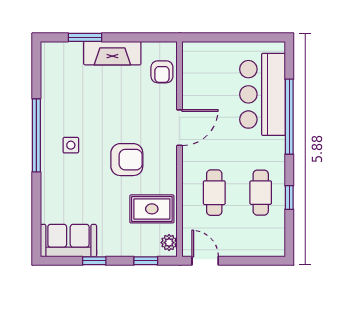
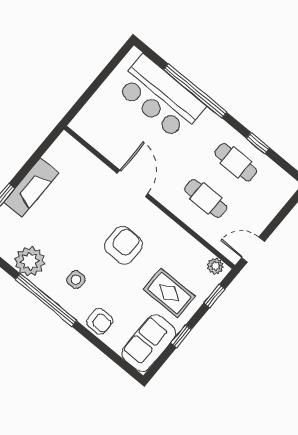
armchair: (162, 72) -> (100, 321), moved
plant: (56, 99) -> (30, 261), added
rug: (152, 209) -> (169, 293), moved, turned 90

